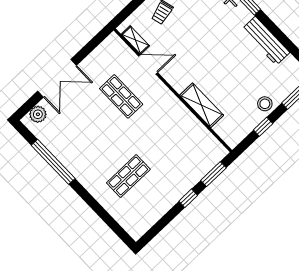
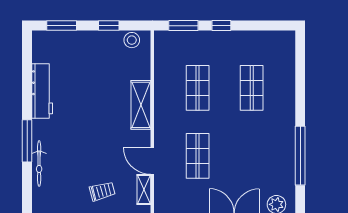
stool: (265, 104) -> (132, 40), moved
shelving: (202, 105) -> (141, 105), moved
shop shelf: (164, 142) -> (198, 88), added
shop shelf: (128, 176) -> (252, 88), turned 90

